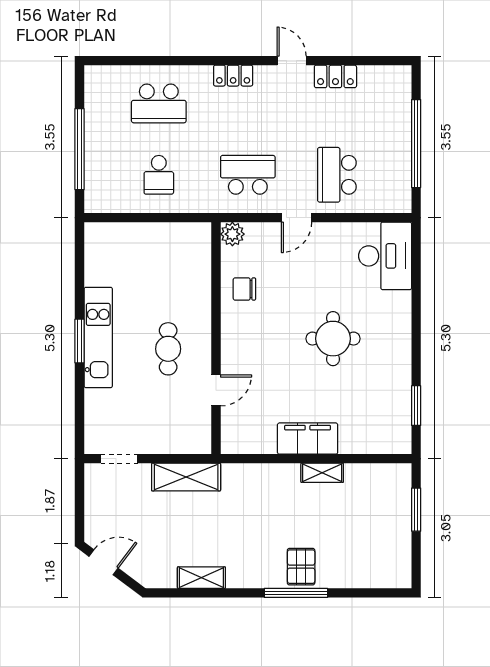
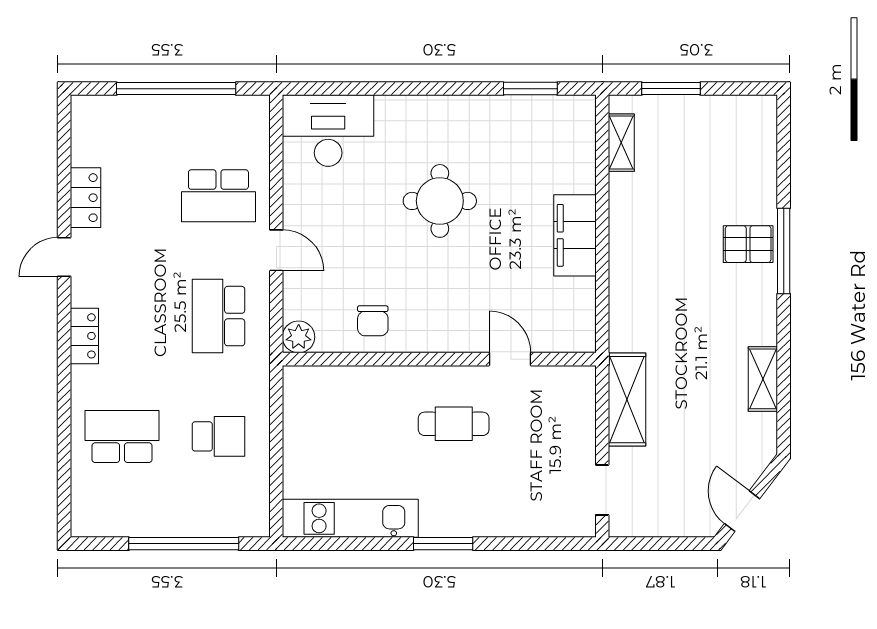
school desk: (159, 103) -> (122, 436), turned -90
kitchen unit: (98, 337) -> (350, 518), moved
shelving: (322, 473) -> (621, 143), moved

